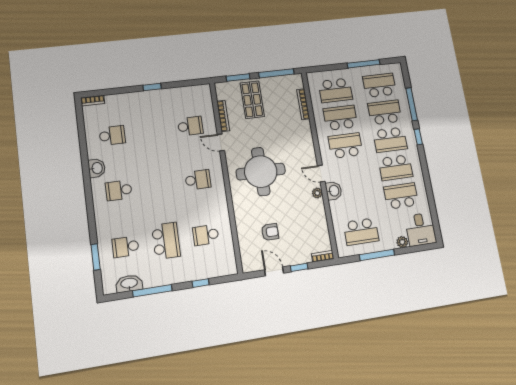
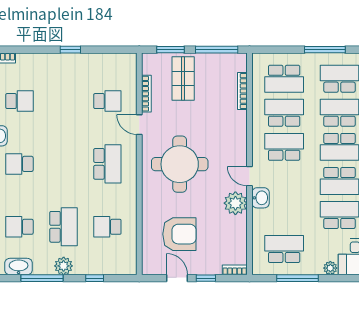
school desk: (198, 180) -> (107, 164), width x1.85
plant: (317, 193) -> (235, 203), width x1.88, depth x1.88
armchair: (270, 232) -> (179, 234), width x1.88, depth x1.88
school desk: (361, 232) -> (284, 249), turned 180
plant: (171, 276) -> (64, 266), added

